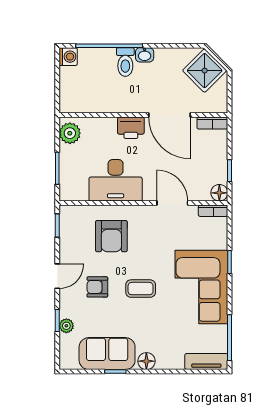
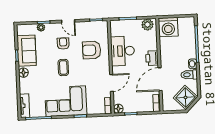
washing machine: (68, 57) -> (168, 27), moved, width x1.89, depth x1.89
toilet: (125, 62) -> (189, 75), moved

